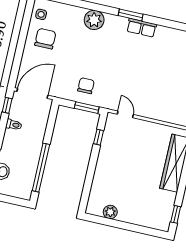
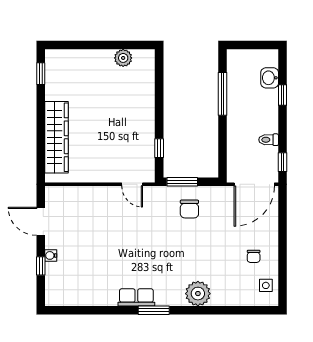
chair: (45, 39) -> (254, 256), width x0.54, depth x0.54
window: (41, 168) -> (222, 94), width x0.68

